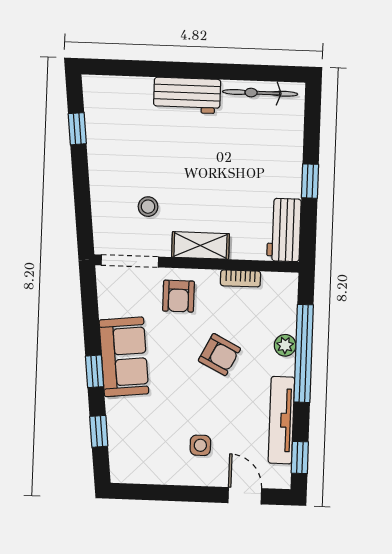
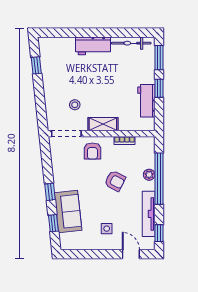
window: (312, 122) -> (159, 58), added
workbench: (284, 230) -> (146, 101), moved
sofa: (124, 357) -> (68, 212), moved

